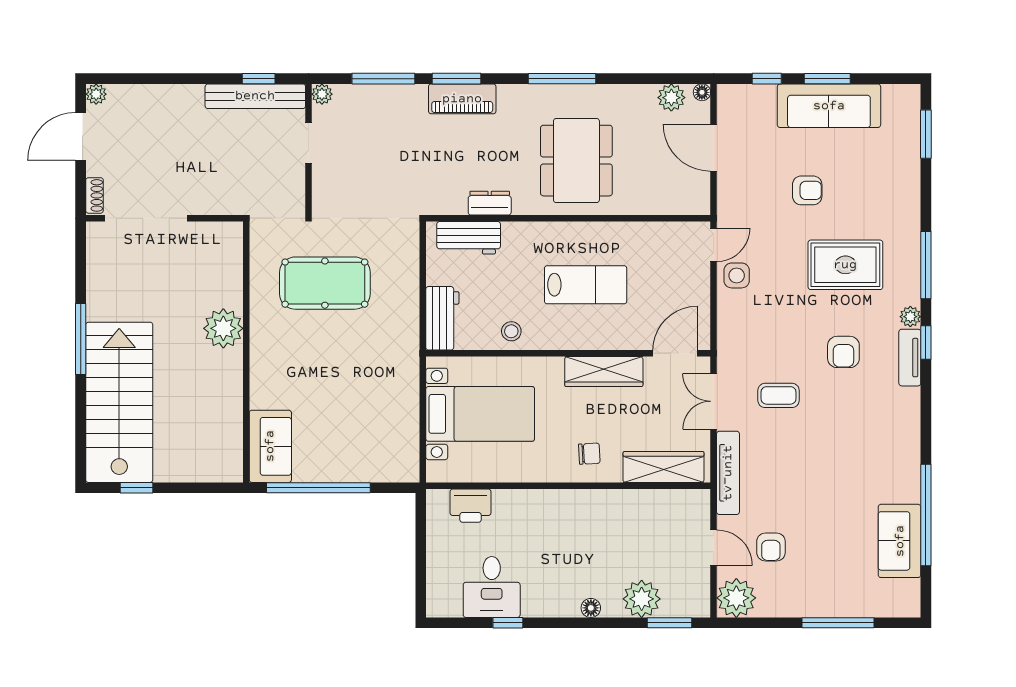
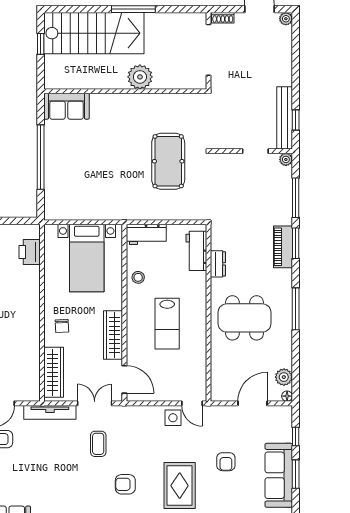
plant: (223, 328) -> (140, 77), moved
wall: (246, 352) -> (125, 91), moved
sofa: (270, 446) -> (66, 106), moved

